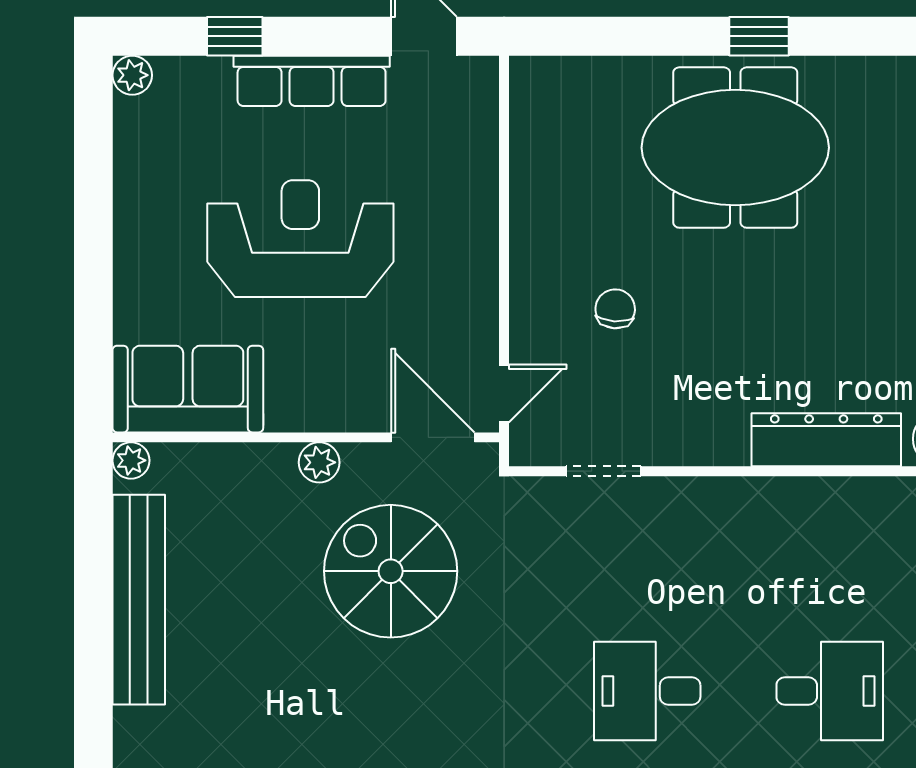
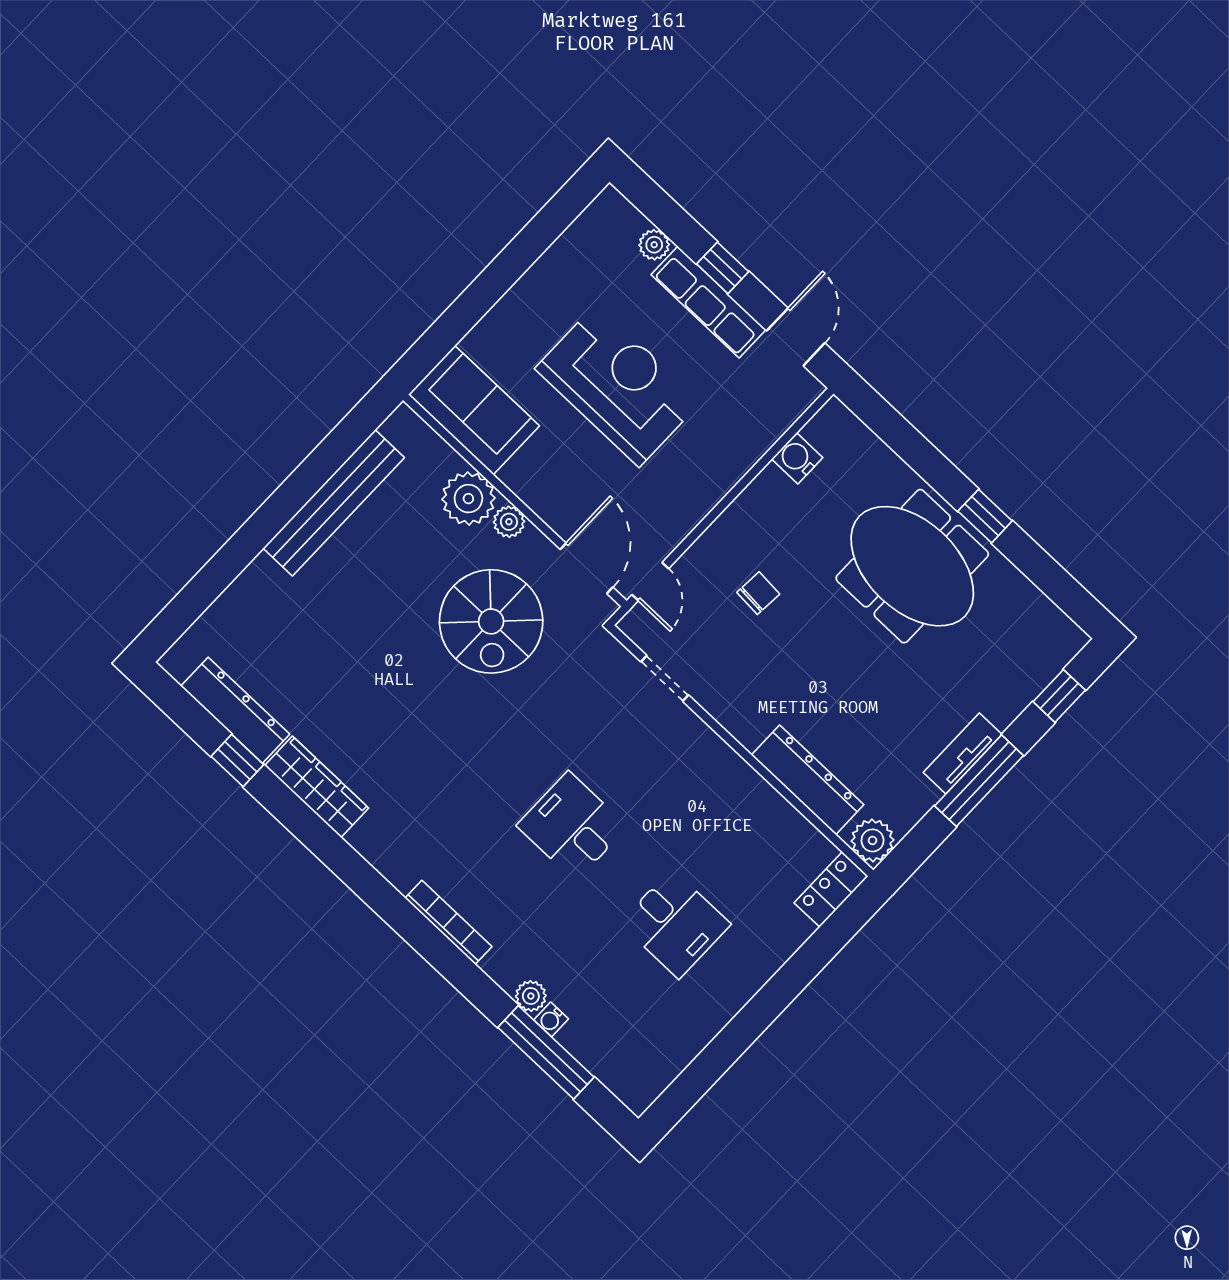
window: (235, 36) -> (723, 268), moved
plant: (132, 75) -> (654, 245), moved
water cooler: (532, 148) -> (797, 458), added
door: (504, 393) -> (650, 582), hinge flipped
plant: (131, 460) -> (468, 499), moved, width x1.87, depth x1.87
spiral stairs: (391, 571) -> (491, 621), turned 180

